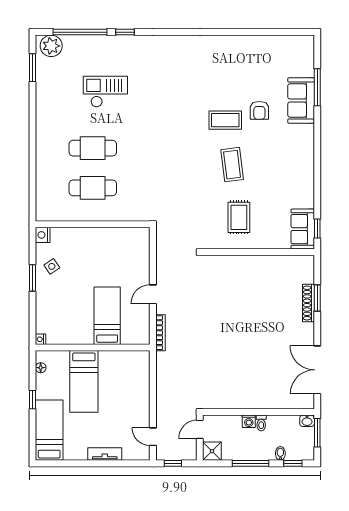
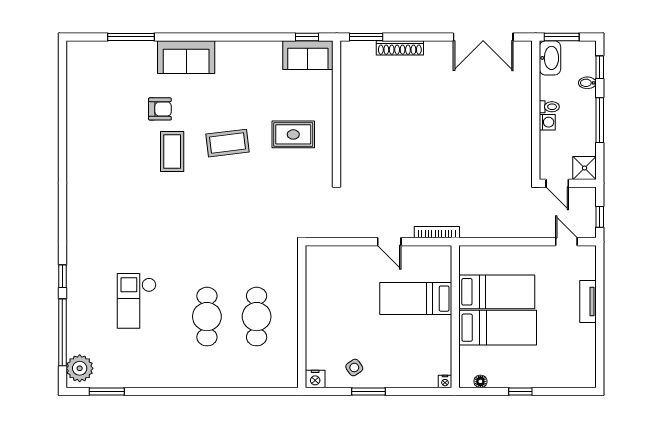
sofa: (301, 100) -> (186, 57), moved
window: (317, 298) -> (366, 37), moved
washbasin: (307, 421) -> (550, 58), width x1.91, depth x1.45
bed: (49, 430) -> (497, 292), moved, turned 180
door: (153, 437) -> (566, 242), swing flipped

